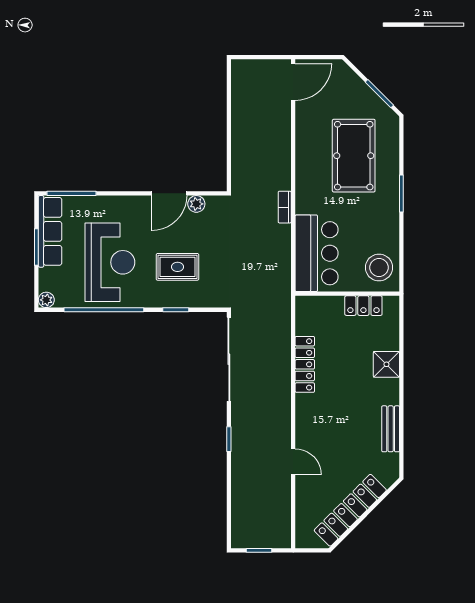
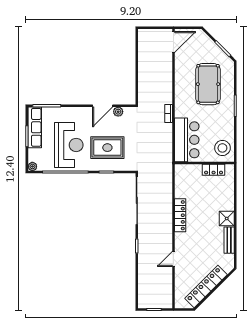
rug: (177, 267) -> (107, 148), width x1.36, depth x1.43
locker: (305, 364) -> (180, 215), moved
shower: (386, 364) -> (227, 219), moved
door: (293, 462) -> (173, 259), swing flipped

